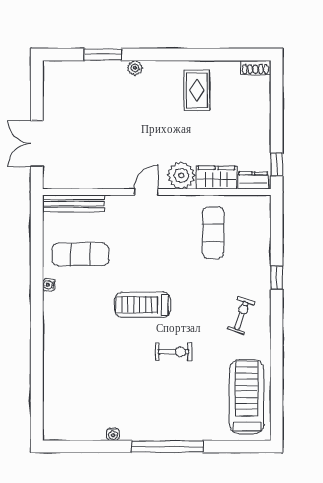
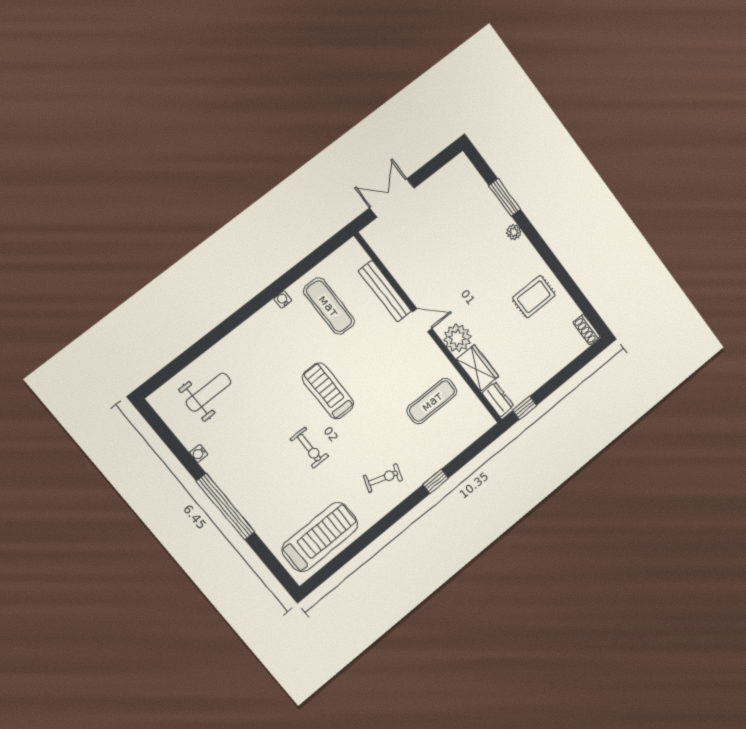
bench: (74, 204) -> (385, 291), moved
weight bench: (74, 392) -> (208, 392), added

